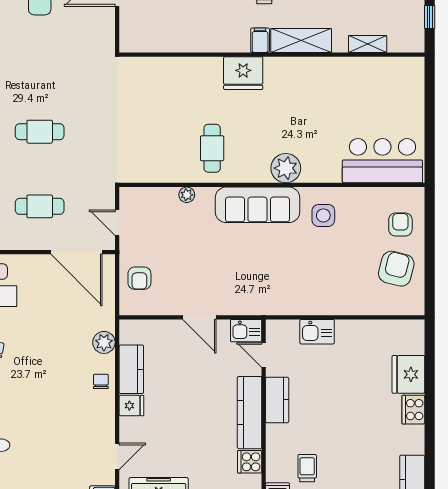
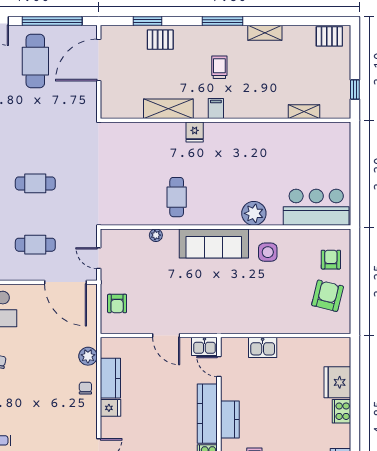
shelving: (301, 40) -> (168, 109), moved
fridge: (243, 73) -> (195, 132), width x0.53, depth x0.75
plant: (286, 168) -> (254, 213), moved
kitchen counter: (277, 400) -> (230, 420), moved

